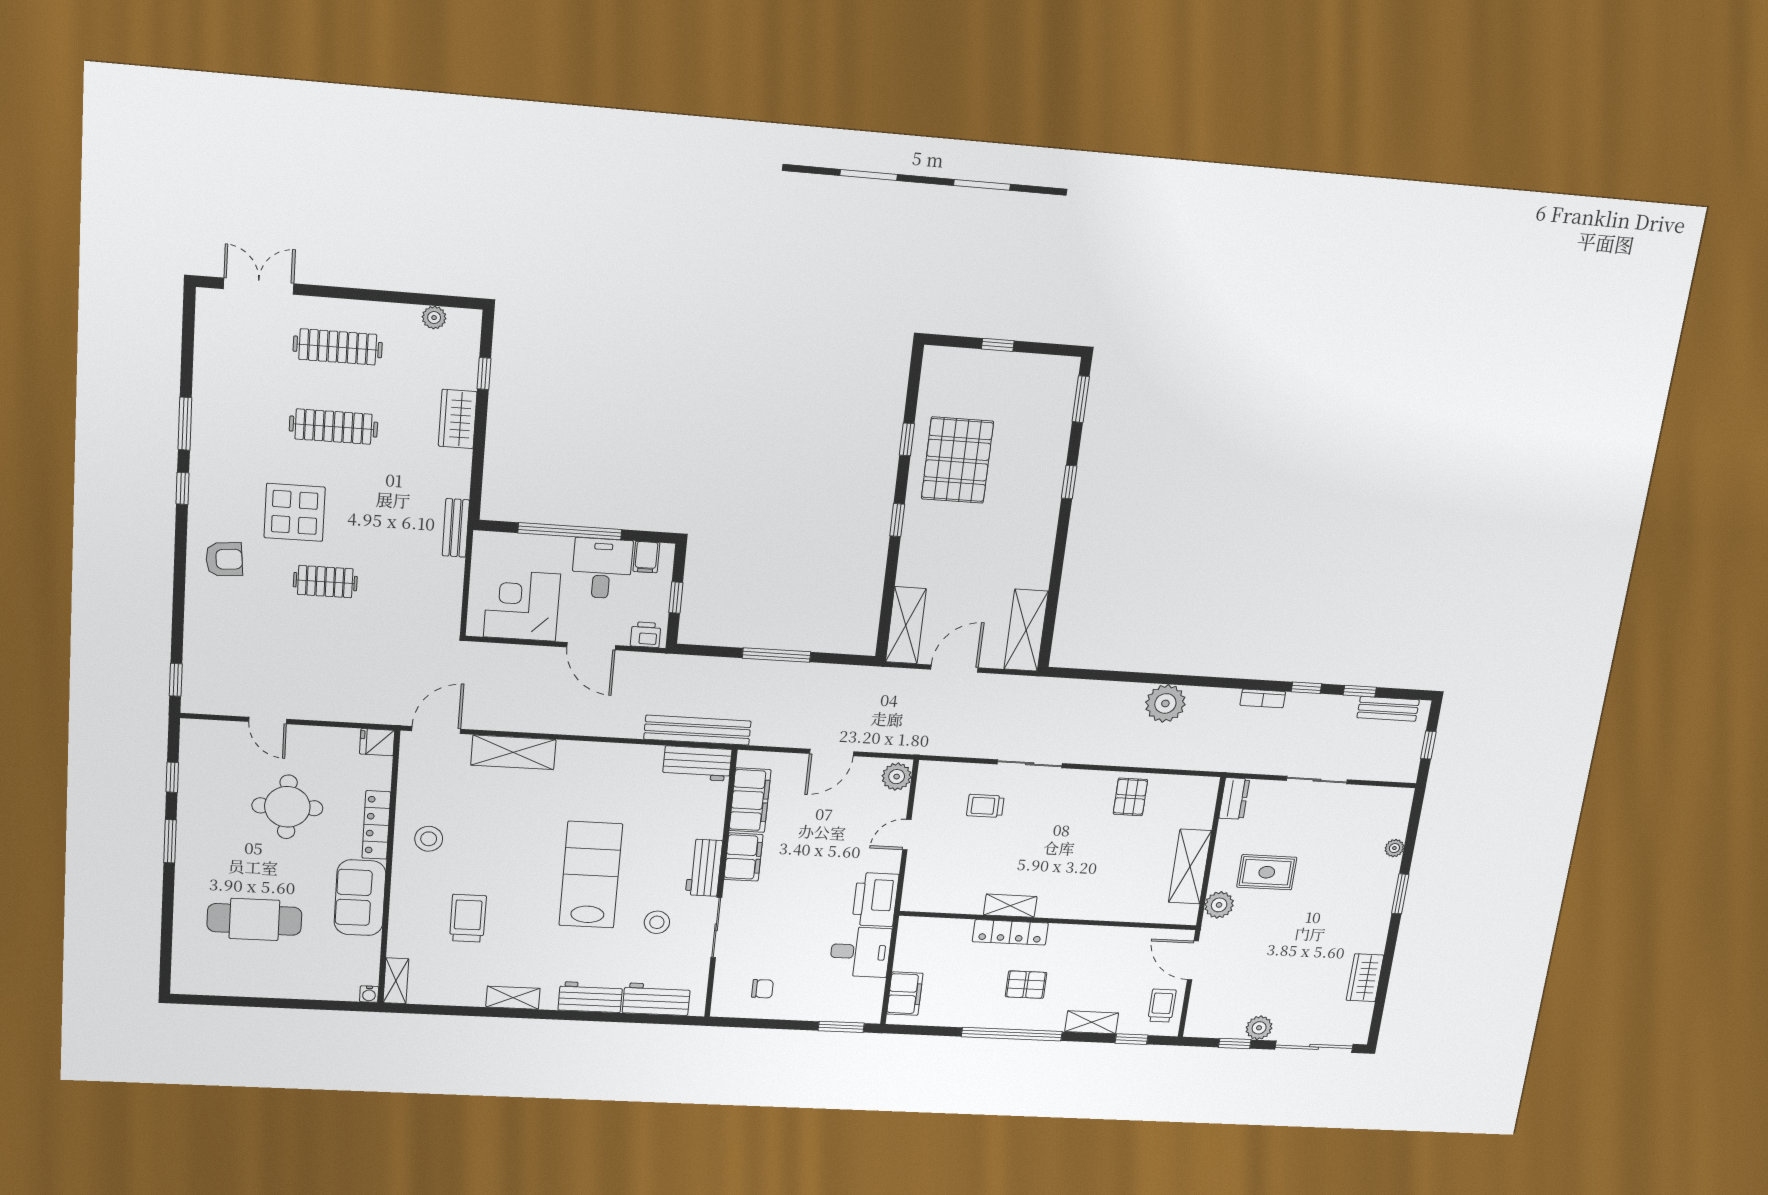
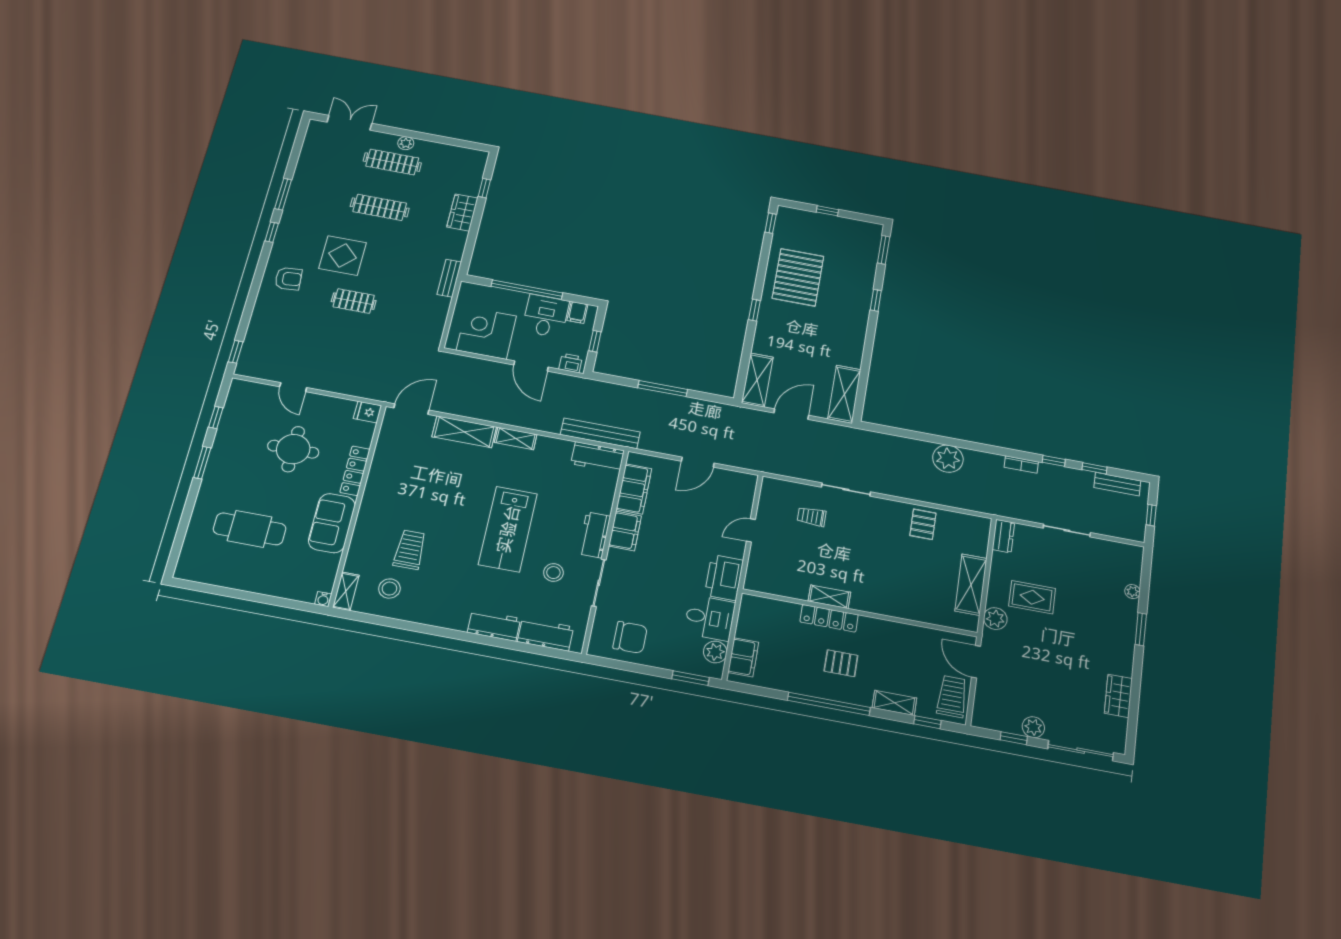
plant: (434, 318) -> (406, 143), moved
window: (907, 439) -> (771, 223), moved
plant: (897, 777) -> (715, 652), moved
stool: (429, 839) -> (389, 589), moved
lab bench: (591, 875) -> (508, 529), turned 180
chair: (762, 989) -> (630, 637), width x1.87, depth x1.87
shelving: (513, 998) -> (516, 438), moved
trolley: (1162, 1006) -> (952, 697), width x1.36, depth x1.39

